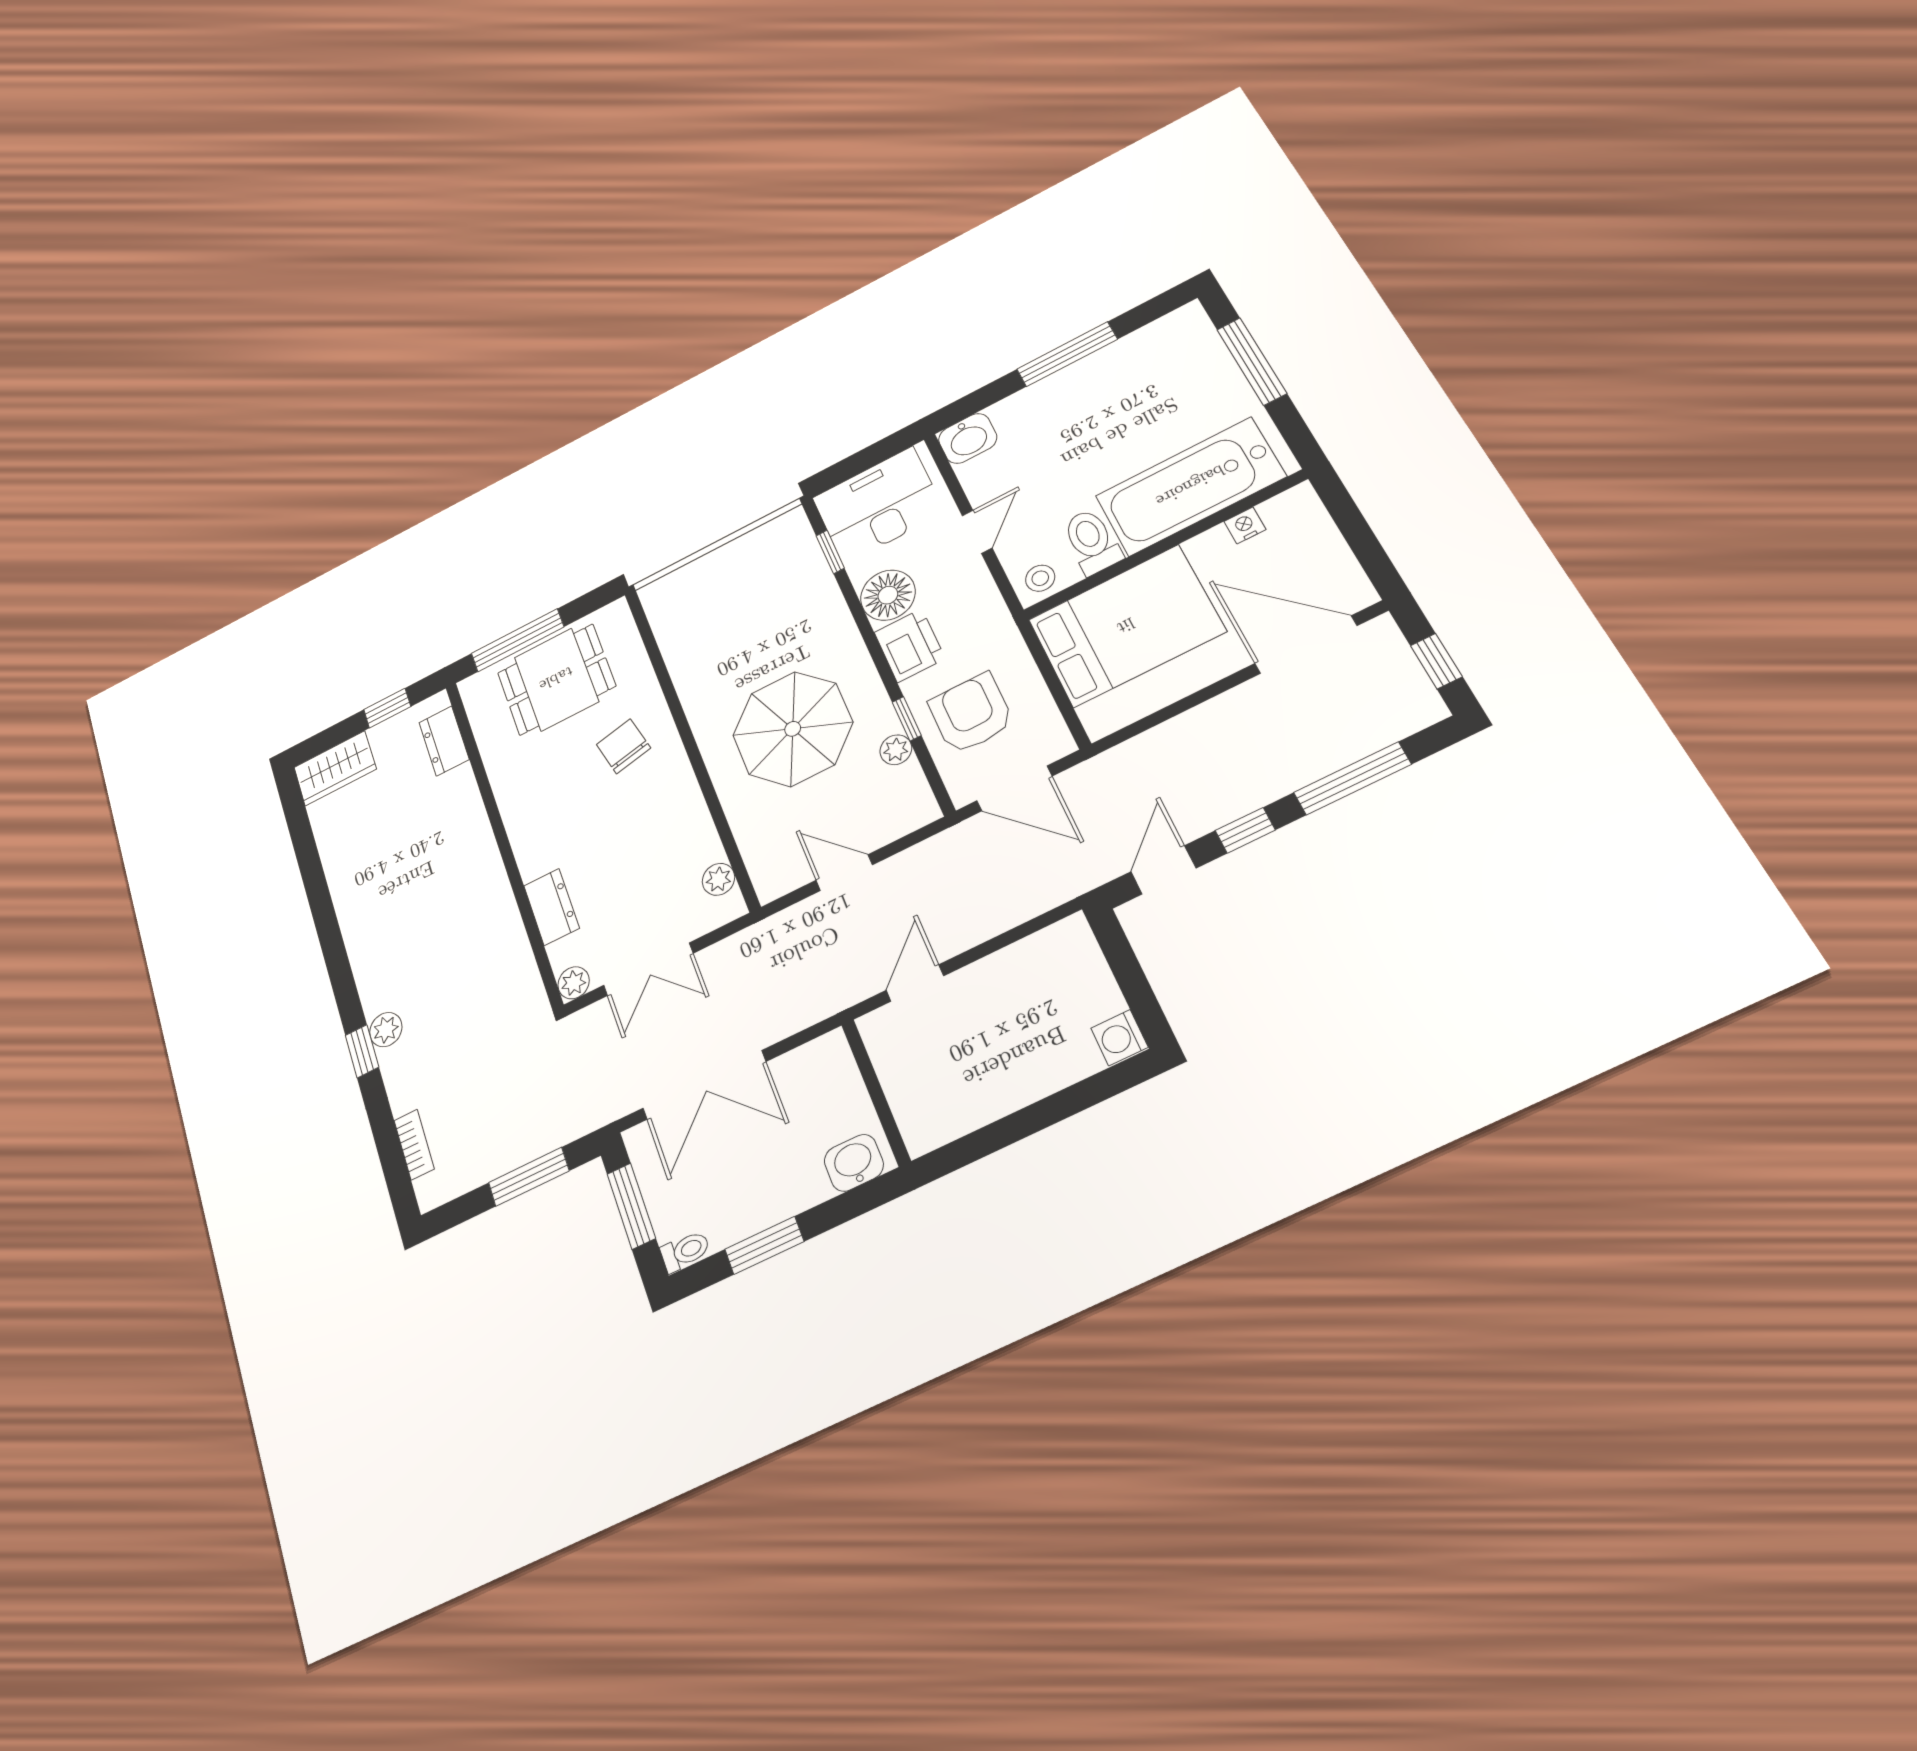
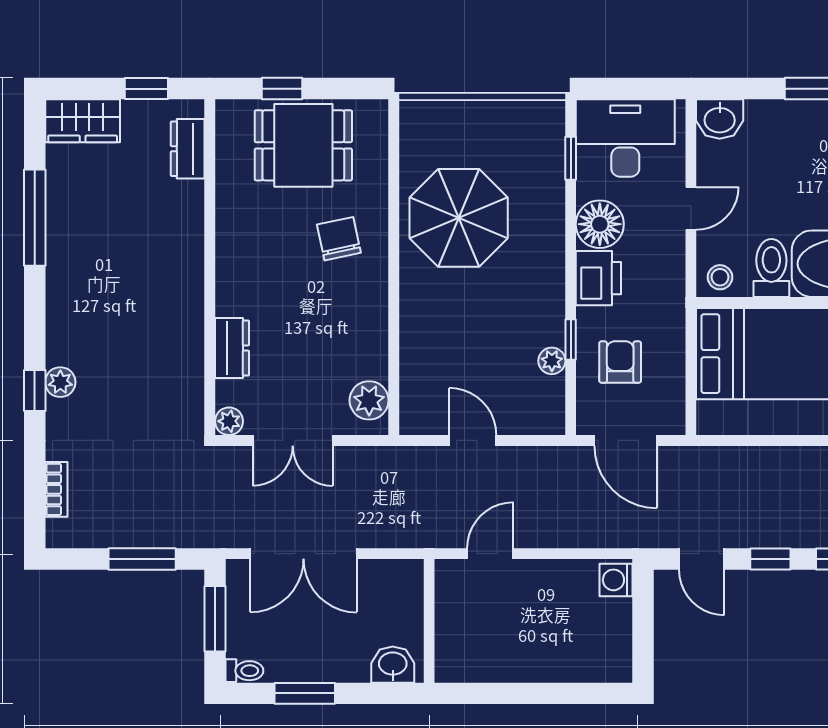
window: (518, 640) -> (282, 89), width x0.46
armchair: (971, 713) -> (620, 362), width x0.72, depth x0.72
parasol: (793, 729) -> (459, 218), moved
door: (1163, 870) -> (702, 559), swing flipped
plant: (718, 879) -> (369, 400), width x1.38, depth x1.38
window: (314, 881) -> (35, 218), added
washing machine: (1119, 1038) -> (616, 580), moved

